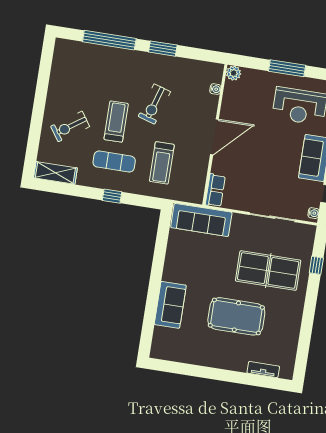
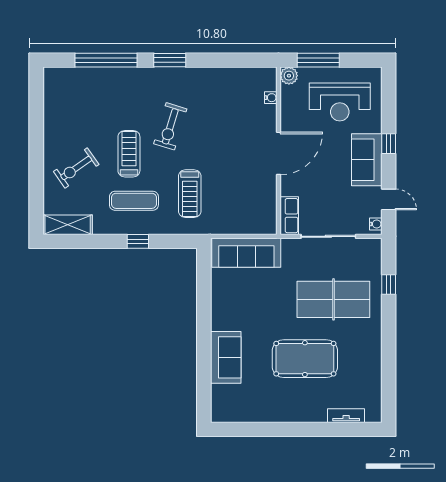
plant: (234, 73) -> (289, 76), moved
water cooler: (215, 89) -> (271, 98), moved
wall: (215, 135) -> (278, 151), moved
door: (214, 137) -> (278, 153), moved
row of seats: (215, 190) -> (289, 216), moved

